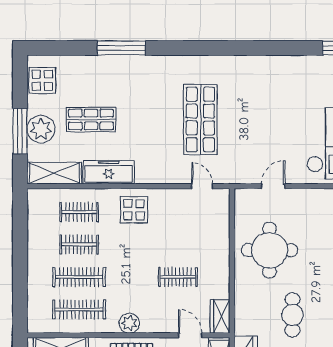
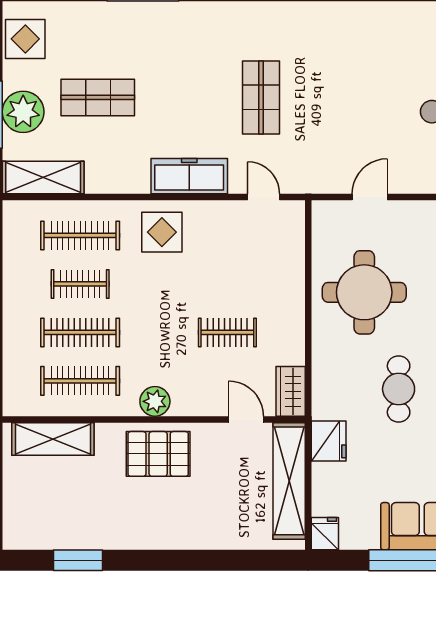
shop shelf: (200, 120) -> (261, 97), width x0.70, depth x0.74
freezer: (109, 172) -> (189, 176), moved
clothes rail: (79, 212) -> (80, 235), width x1.36

